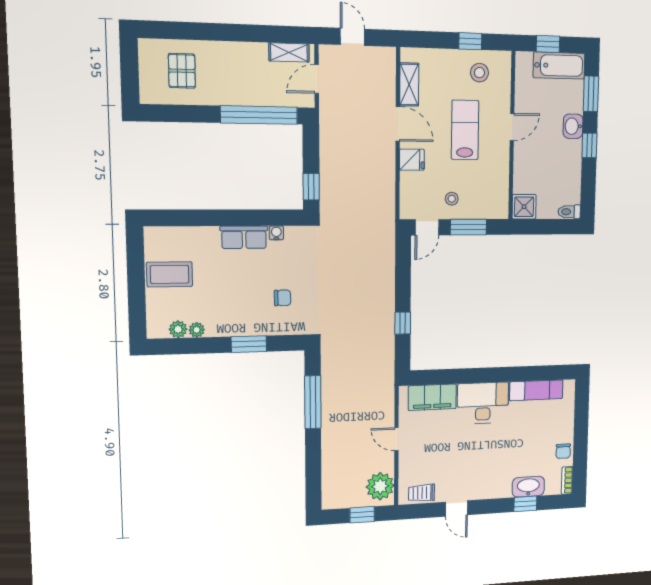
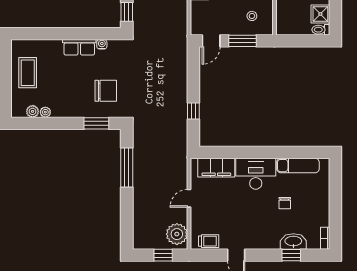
stool: (452, 199) -> (252, 16), moved
shower: (524, 207) -> (320, 14), moved
coffee table: (170, 274) -> (28, 73), turned 90
chair: (283, 298) -> (106, 91), width x1.87, depth x1.87
window: (249, 344) -> (96, 123), moved
door: (396, 439) -> (189, 198), hinge flipped
chair: (563, 451) -> (285, 203), moved
trolley: (422, 493) -> (209, 241), turned 180

